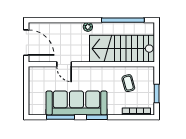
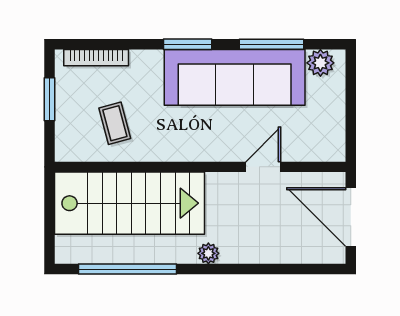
door: (64, 64) -> (263, 167), hinge flipped
plant: (39, 109) -> (320, 63), added

